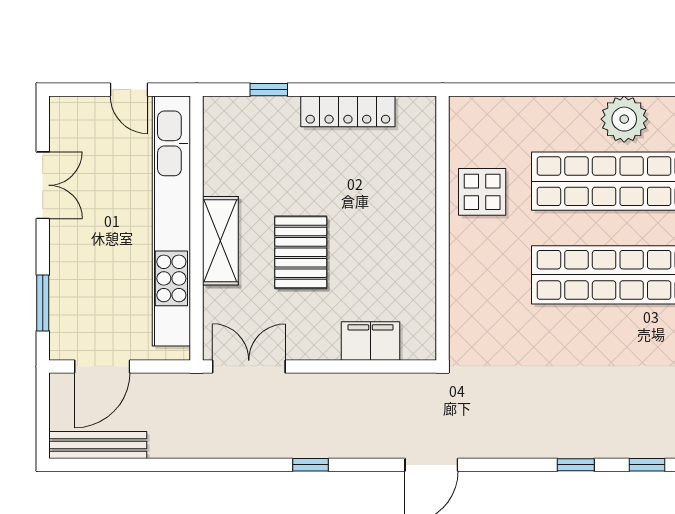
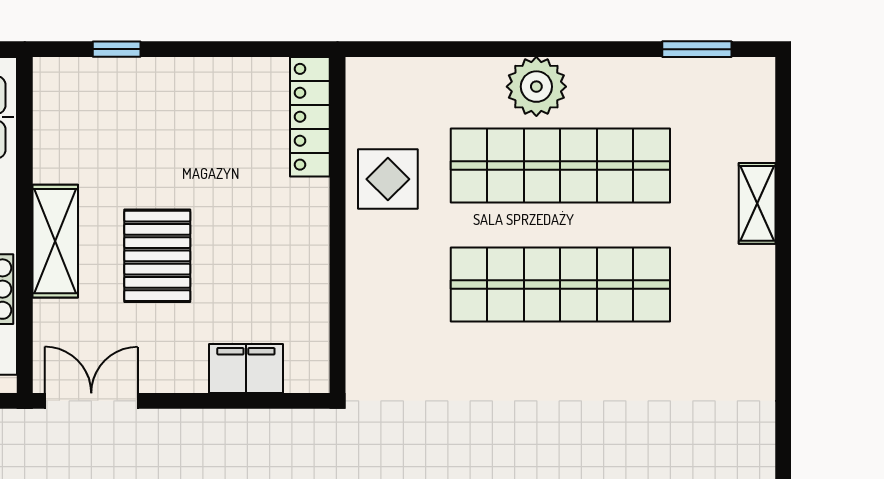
locker: (348, 111) -> (310, 117), moved, turned 90
plant: (624, 119) -> (536, 87), moved

